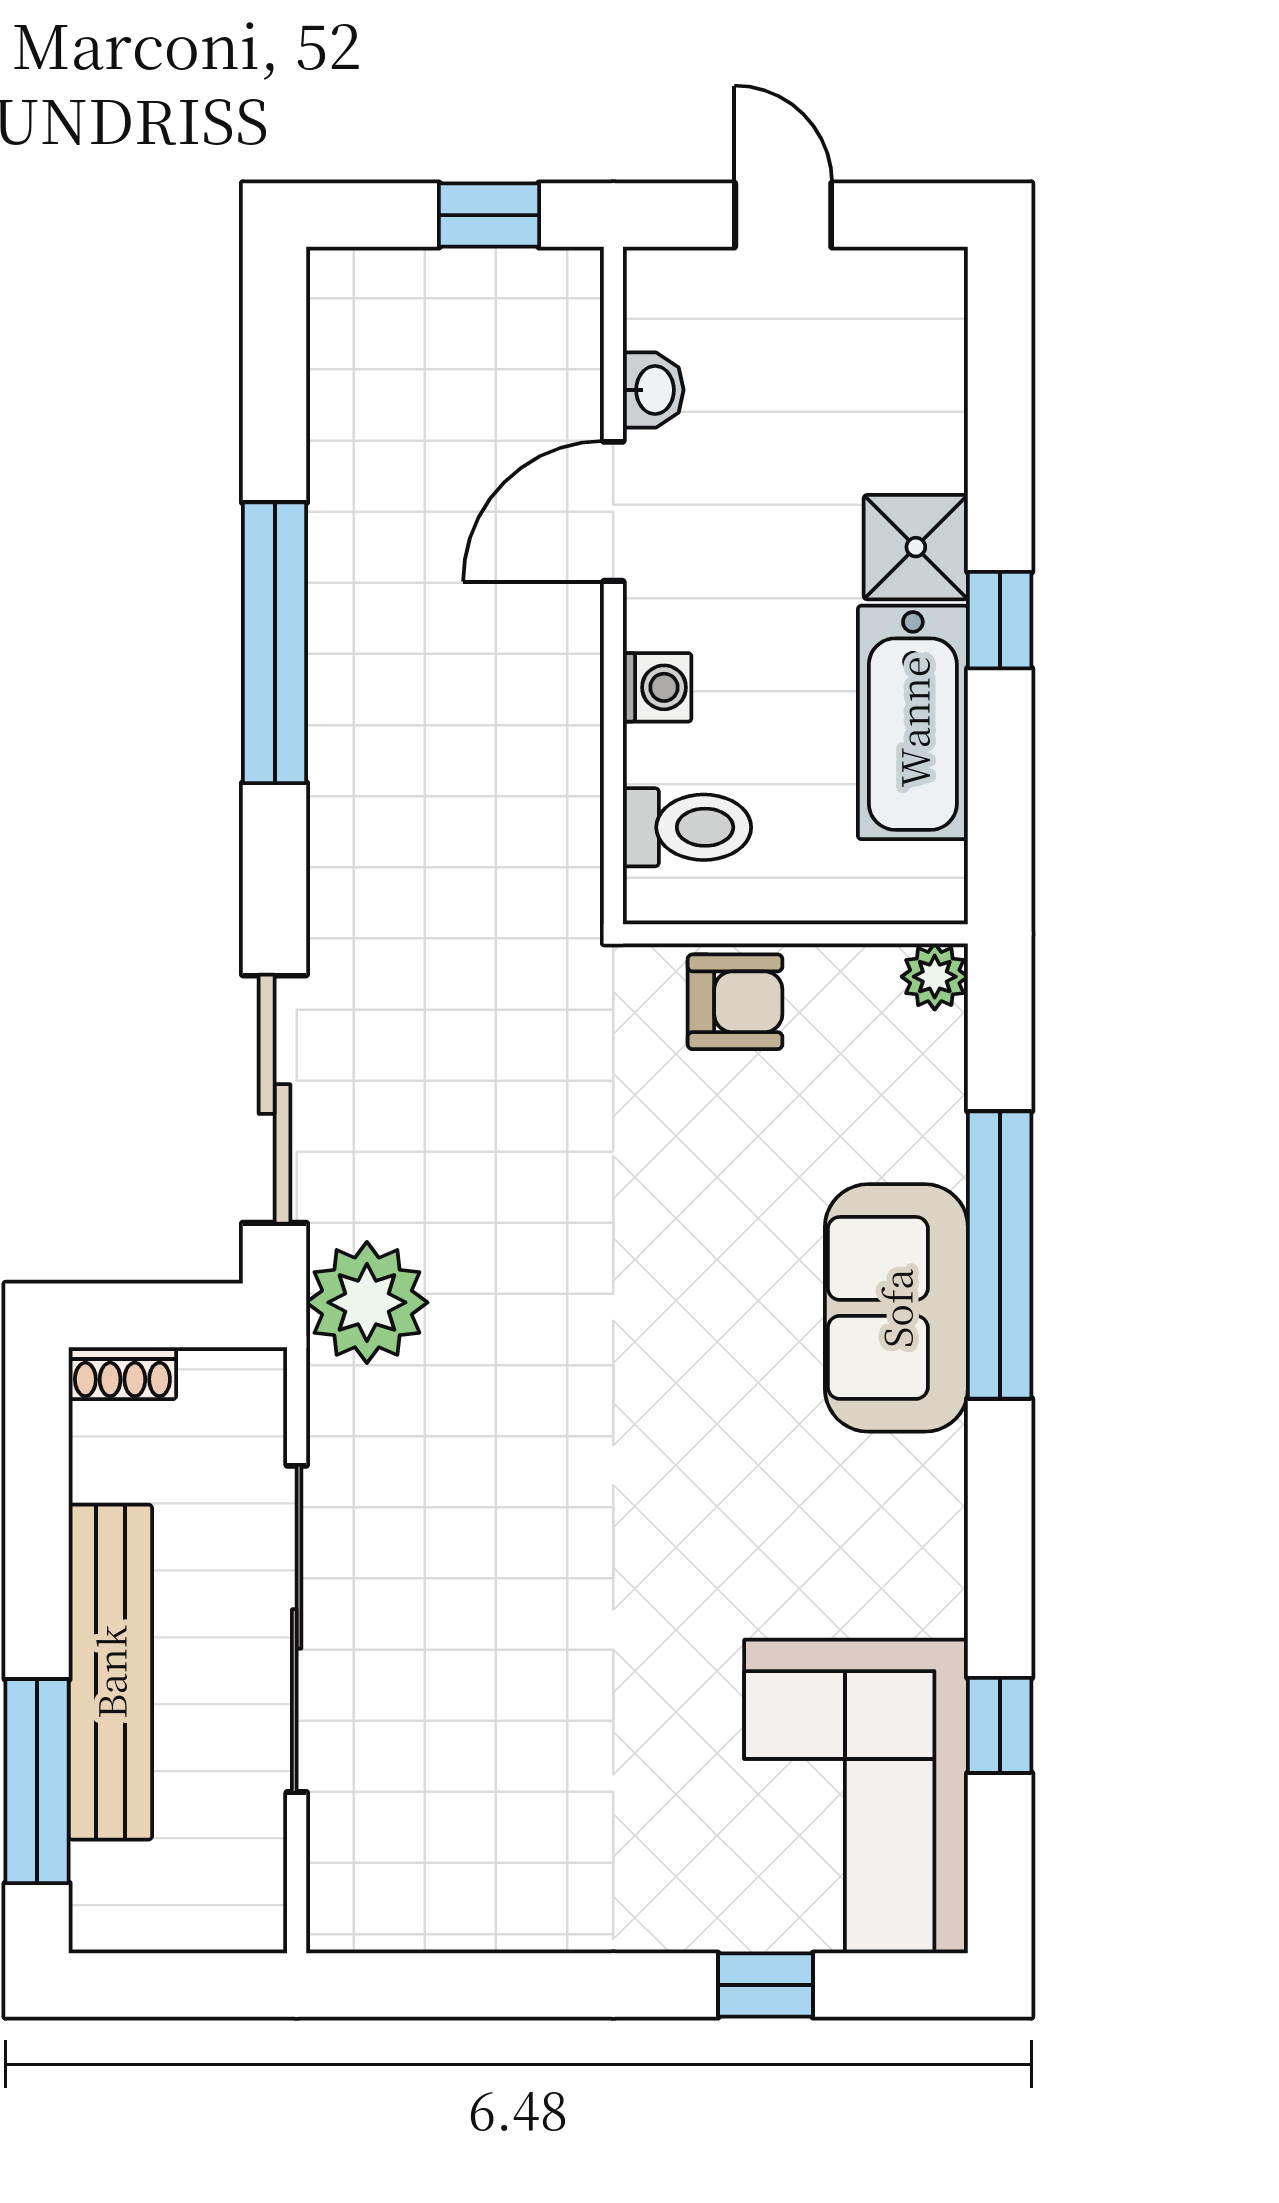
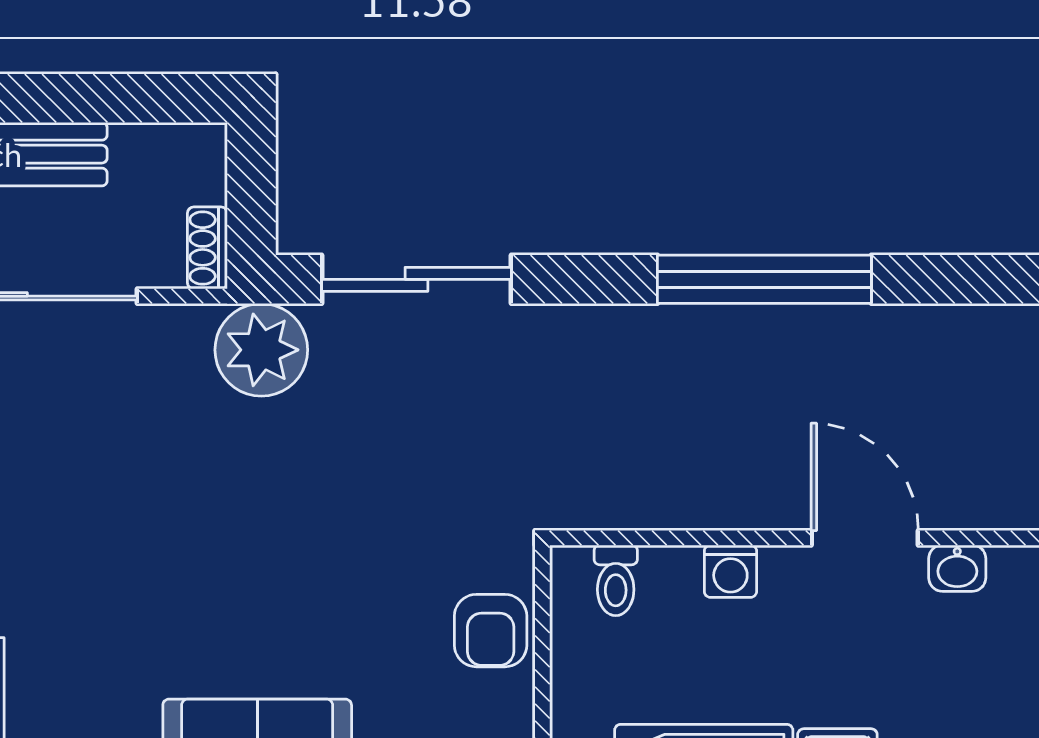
toilet: (687, 827) -> (616, 580), width x0.73, depth x0.72
shoe rack: (122, 1373) -> (207, 248), moved

